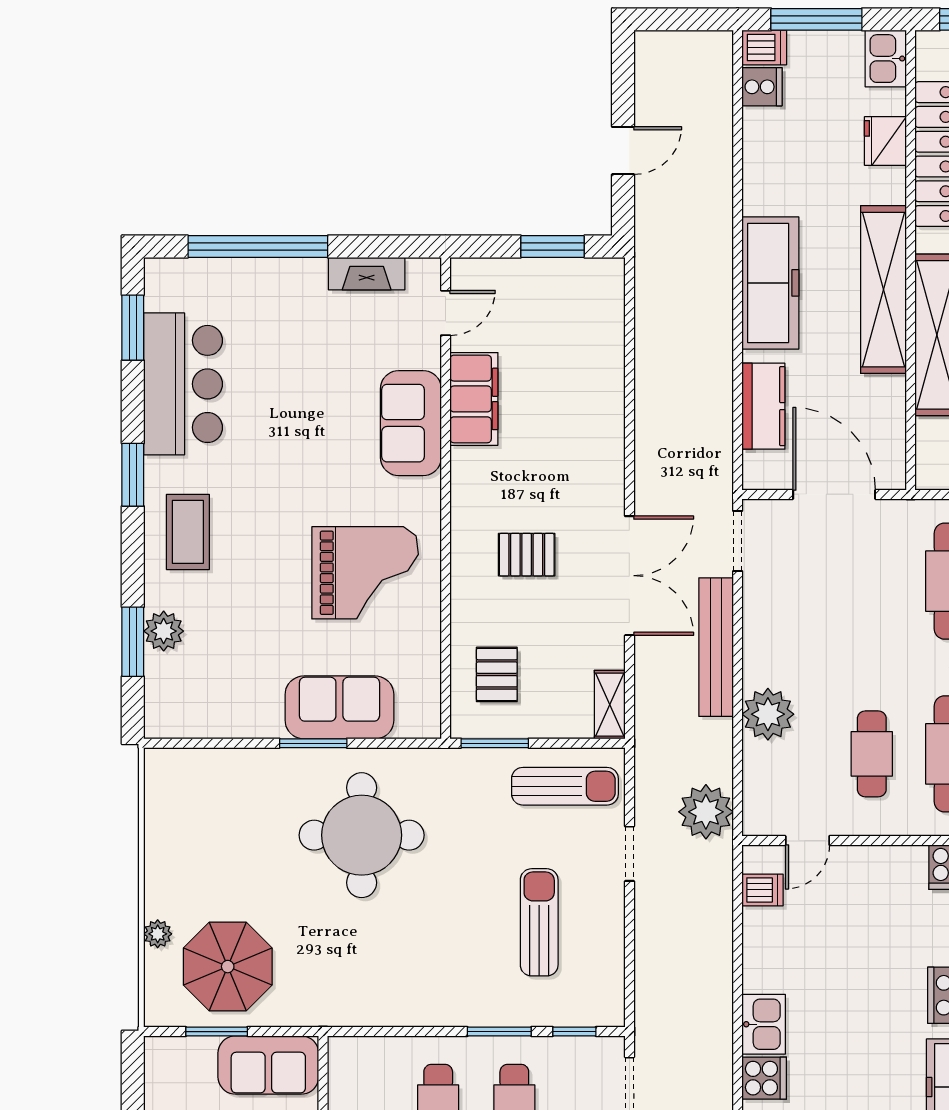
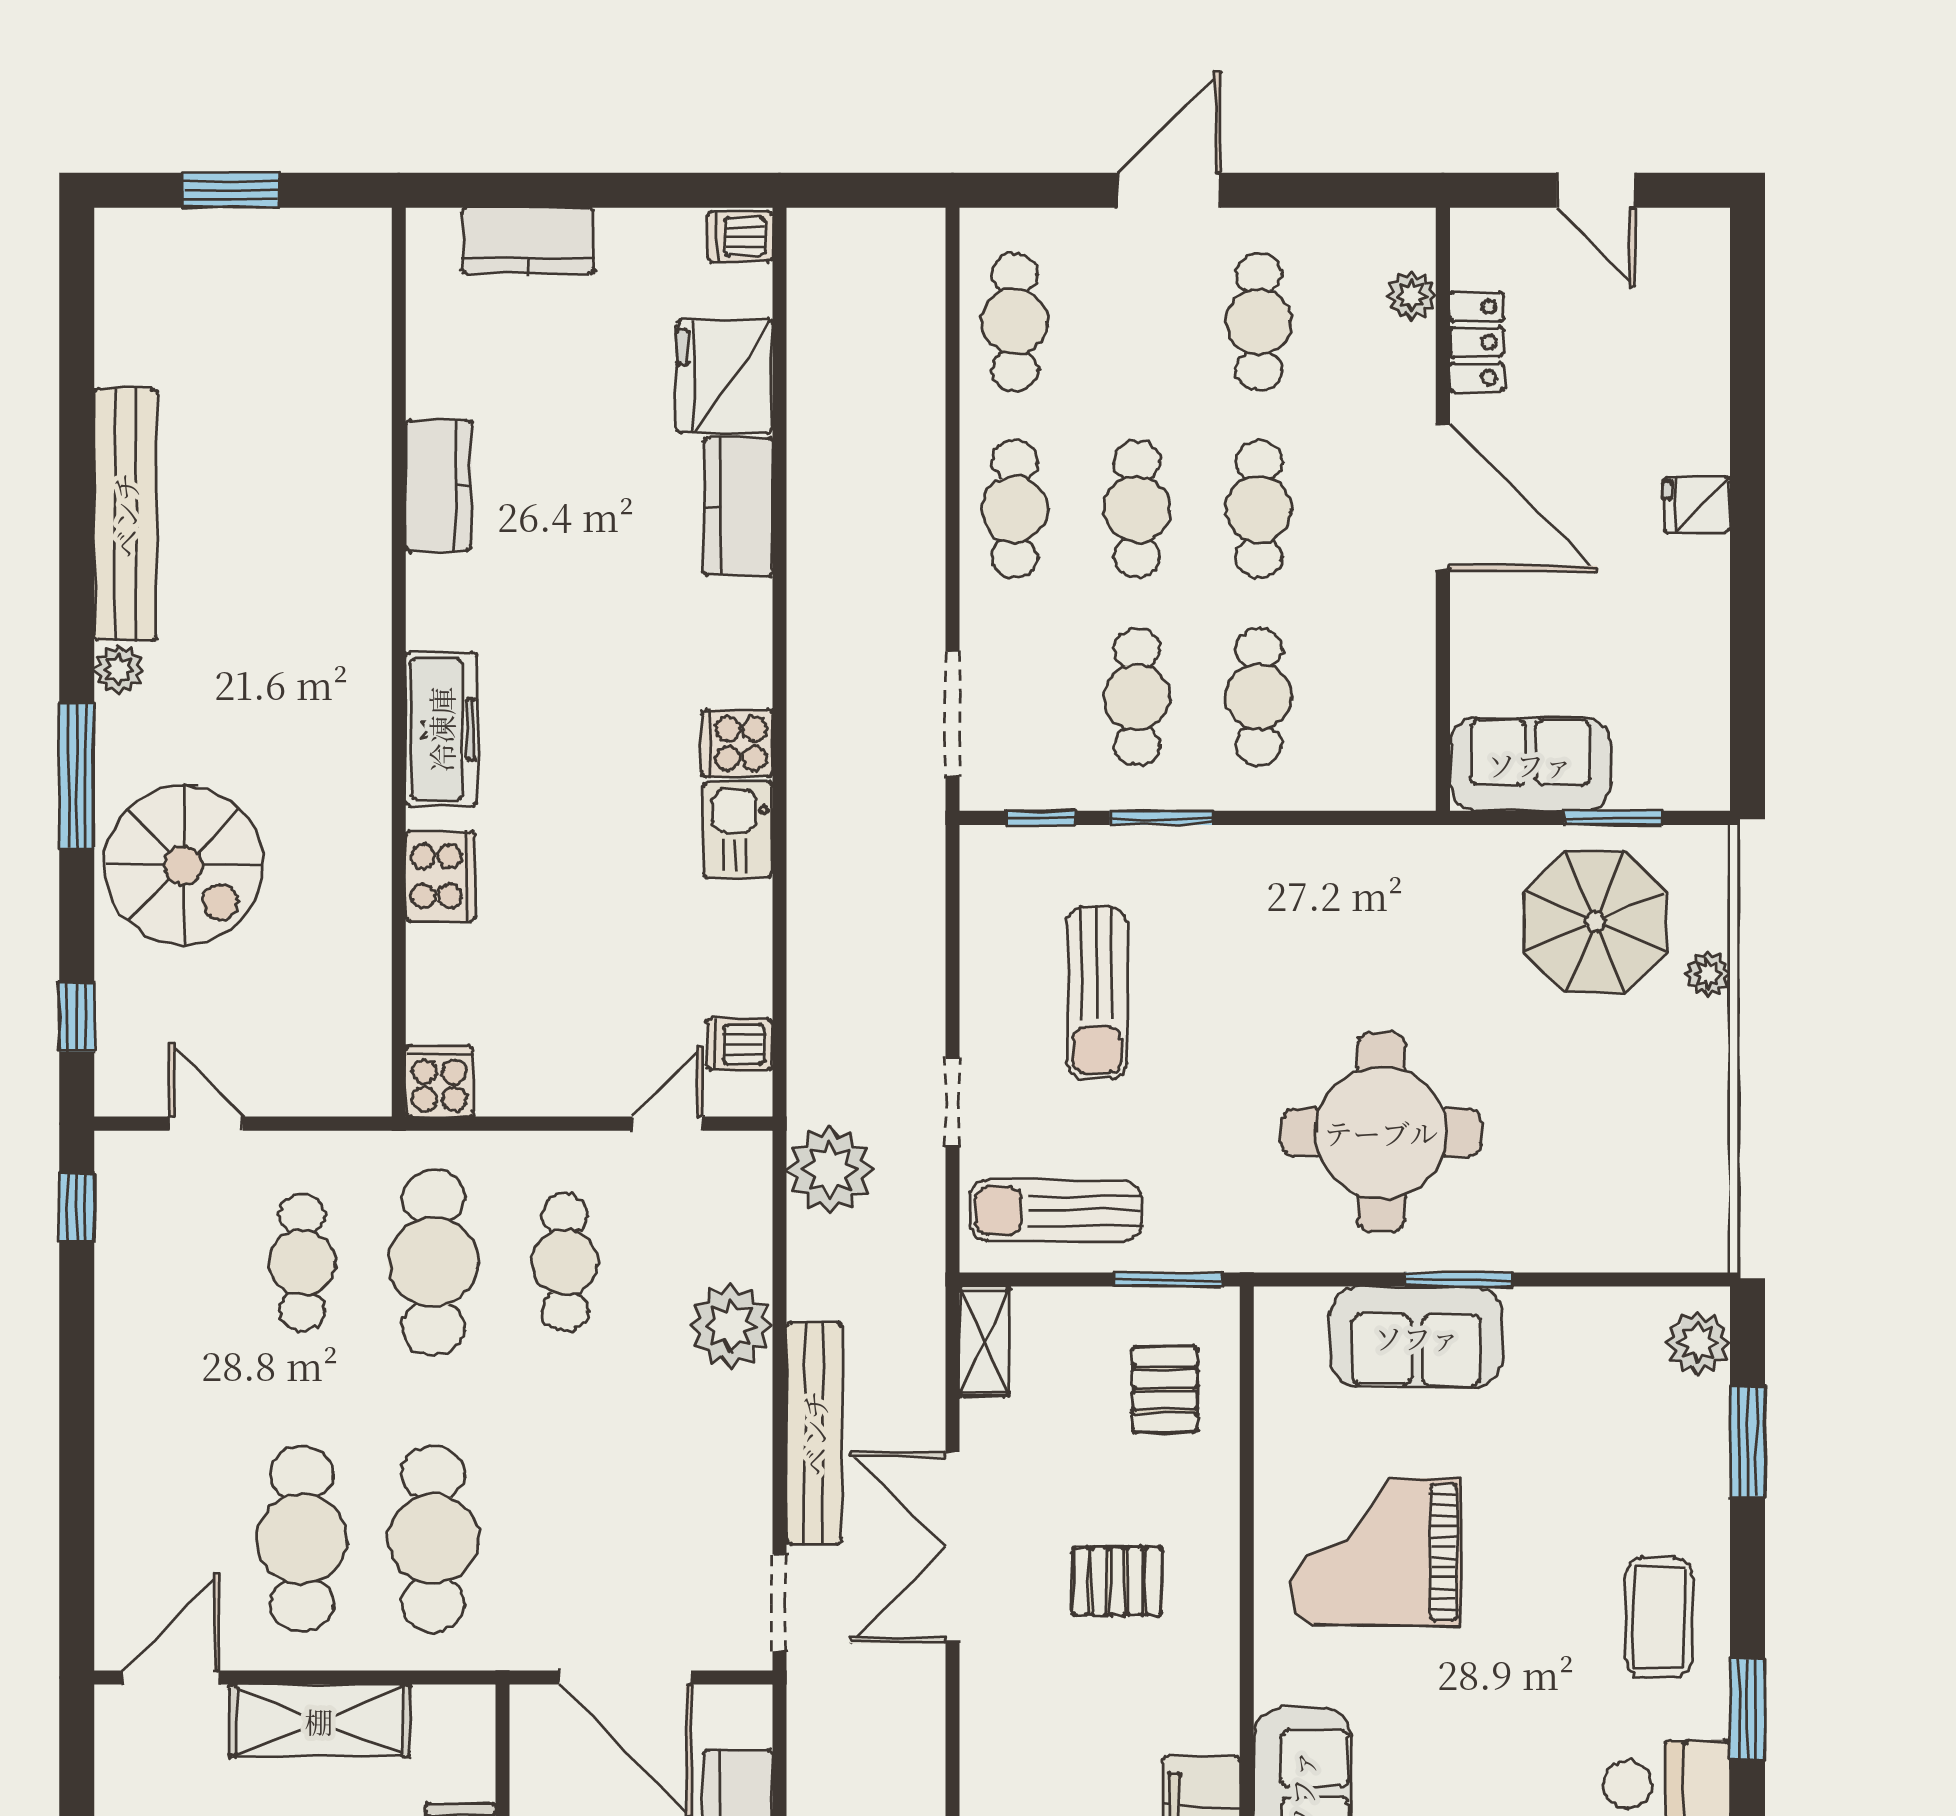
plant: (164, 631) -> (1698, 1343), moved

